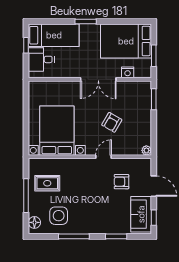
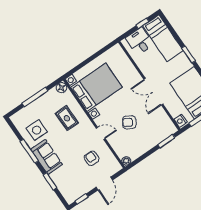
nightstand: (128, 72) -> (180, 121), moved
rug: (47, 183) -> (67, 118), moved
sofa: (141, 214) -> (47, 157), moved, turned 90
floor lamp: (34, 222) -> (62, 88), moved

